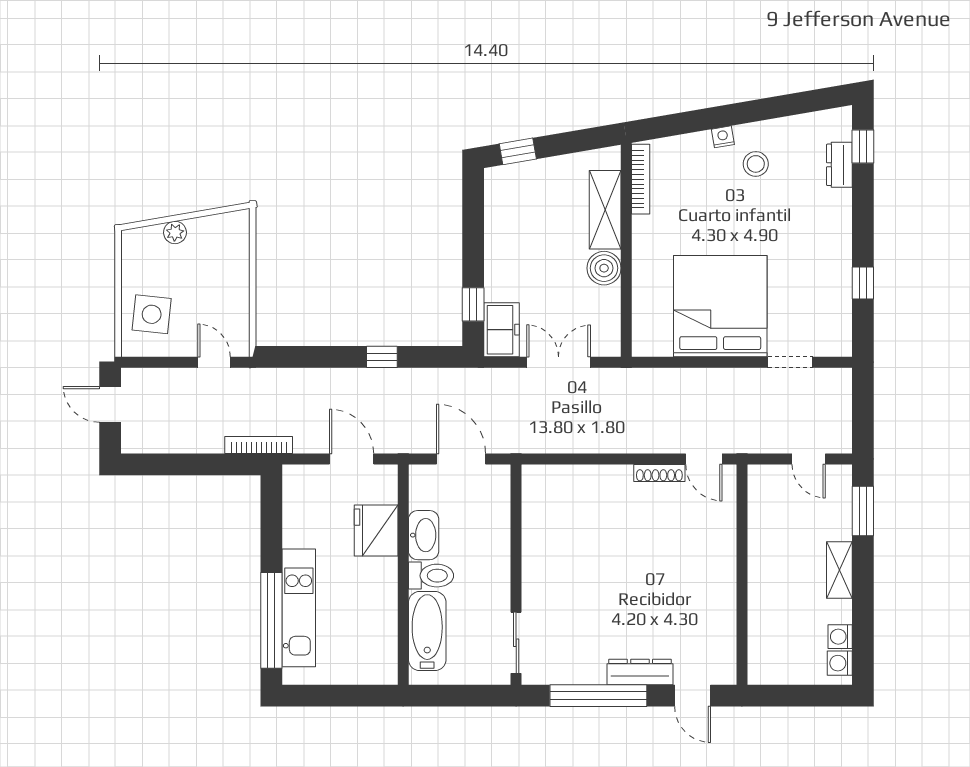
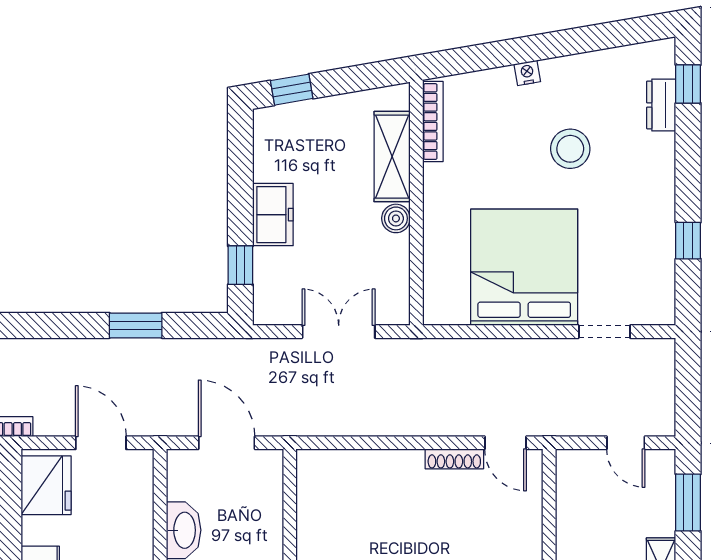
stool: (756, 164) -> (570, 149), moved, width x1.38, depth x1.38
boiler: (604, 268) -> (396, 218), width x0.73, depth x0.73
freezer: (501, 330) -> (273, 215), moved
window: (382, 357) -> (136, 325), width x1.50
fridge: (376, 530) -> (46, 485), moved, turned 180

